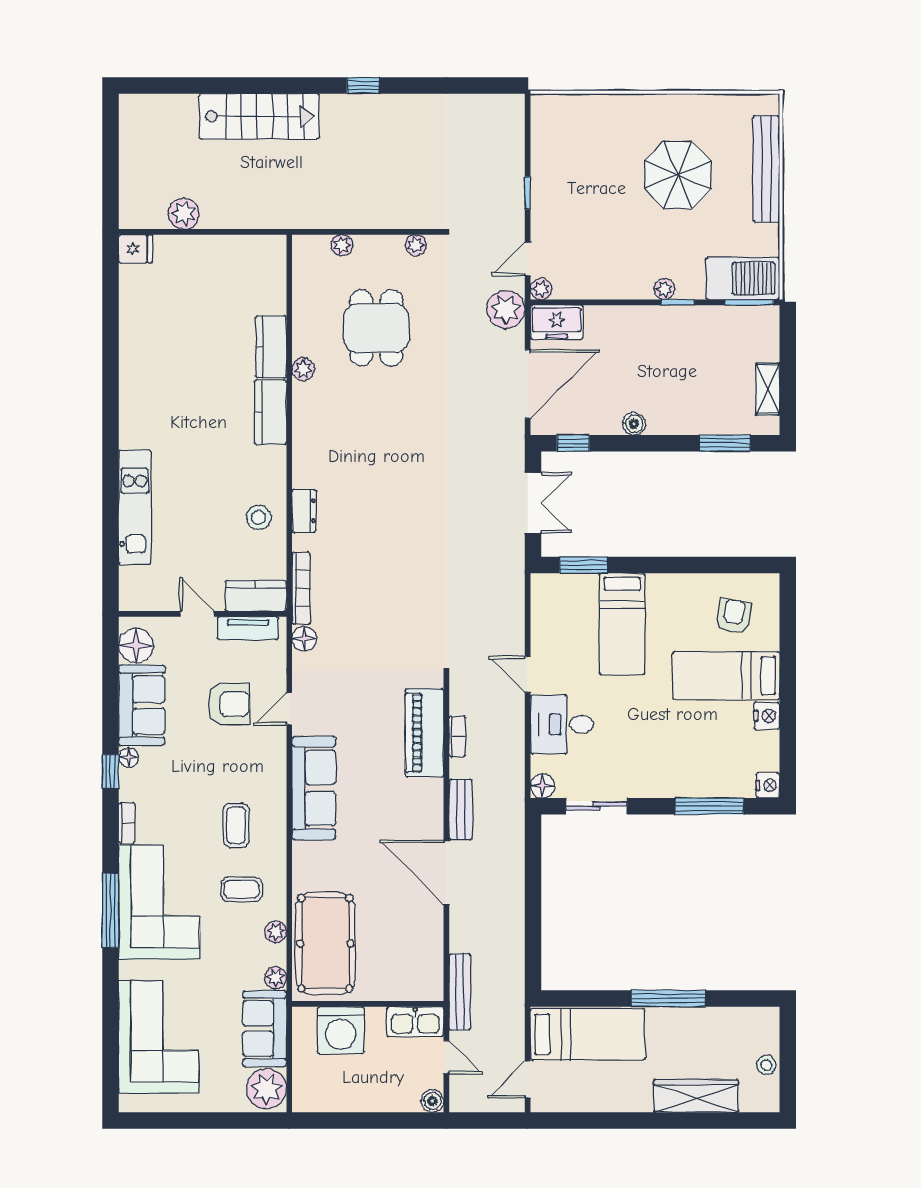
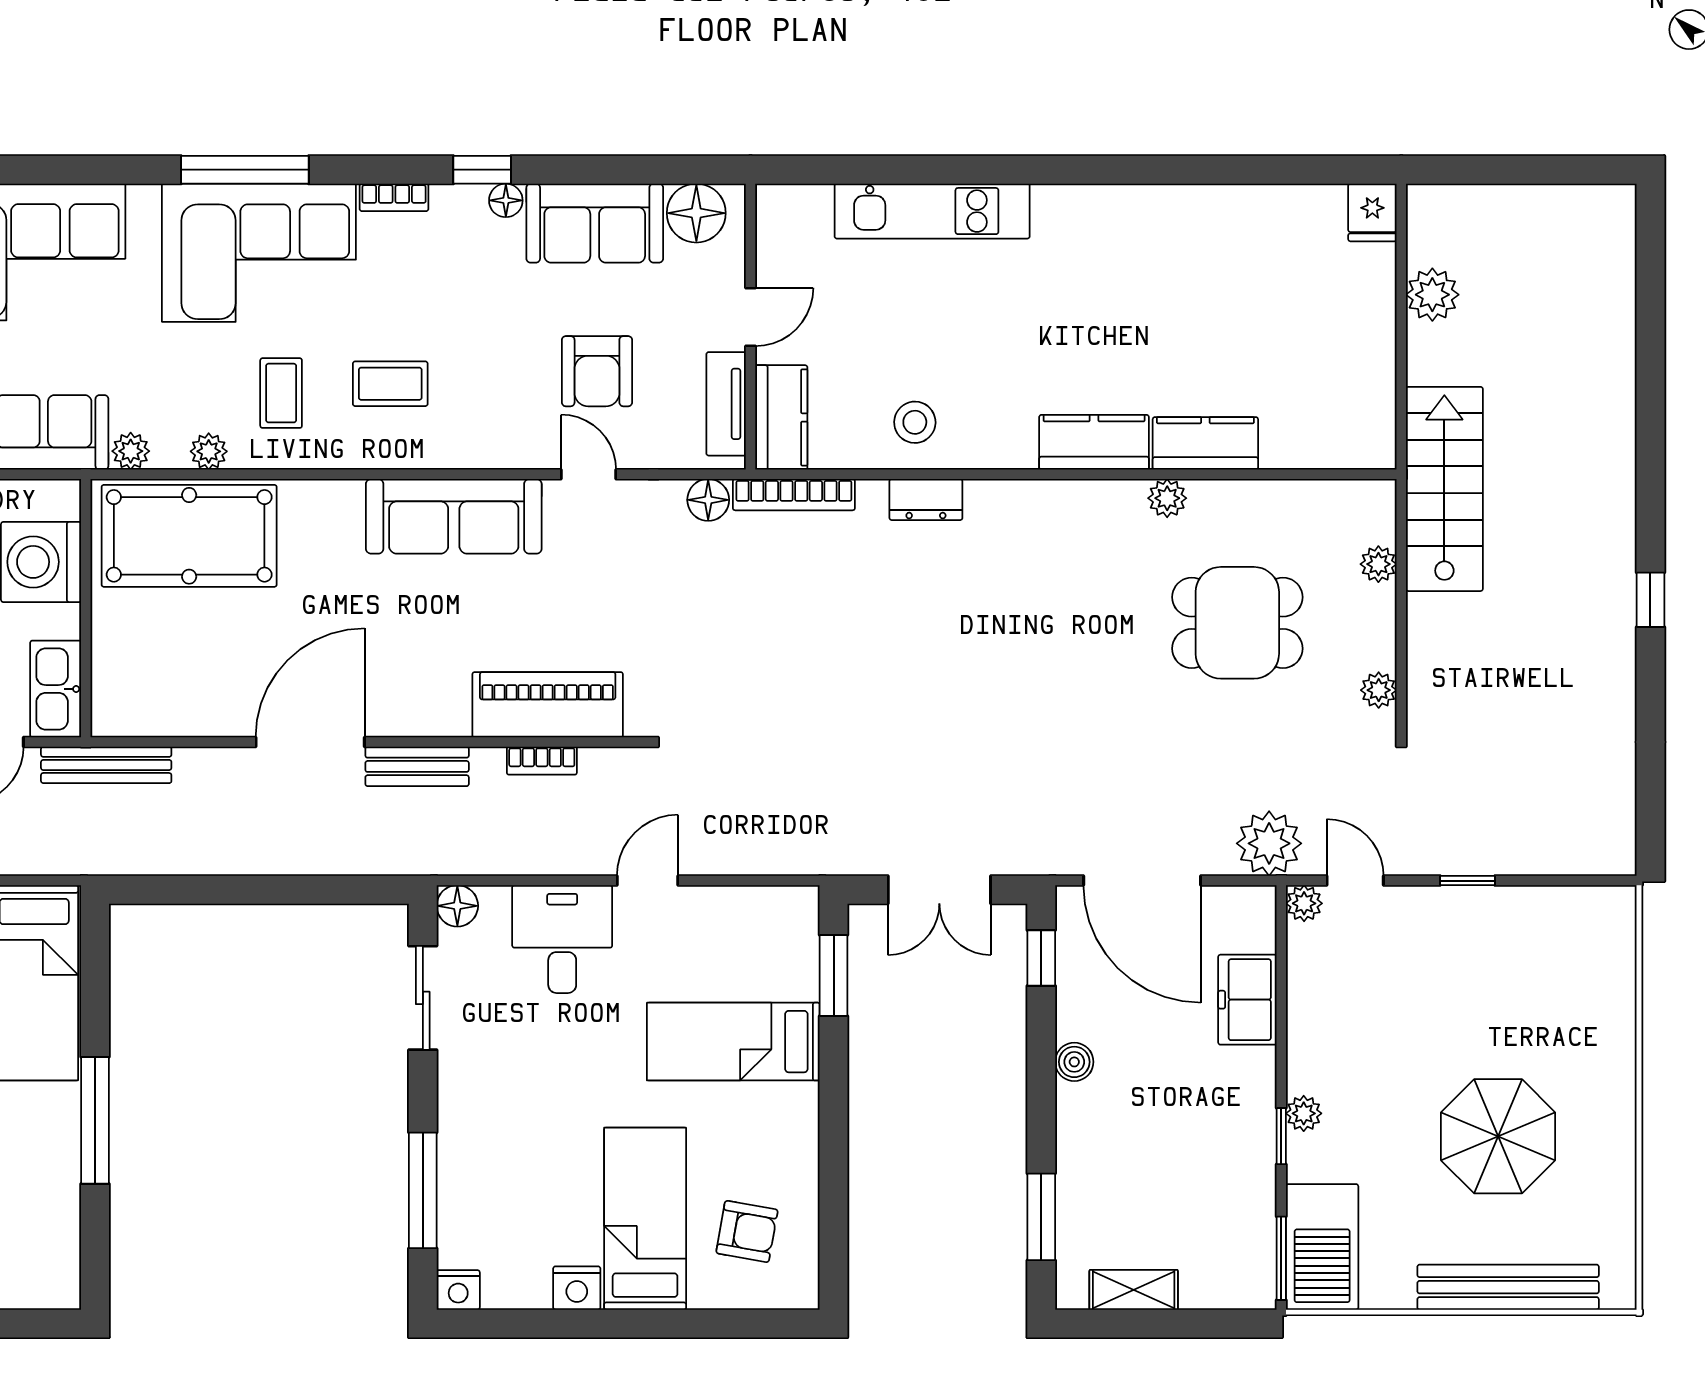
stairs: (259, 116) -> (1444, 489), moved, turned 180
freezer: (557, 322) -> (1247, 1000), moved

